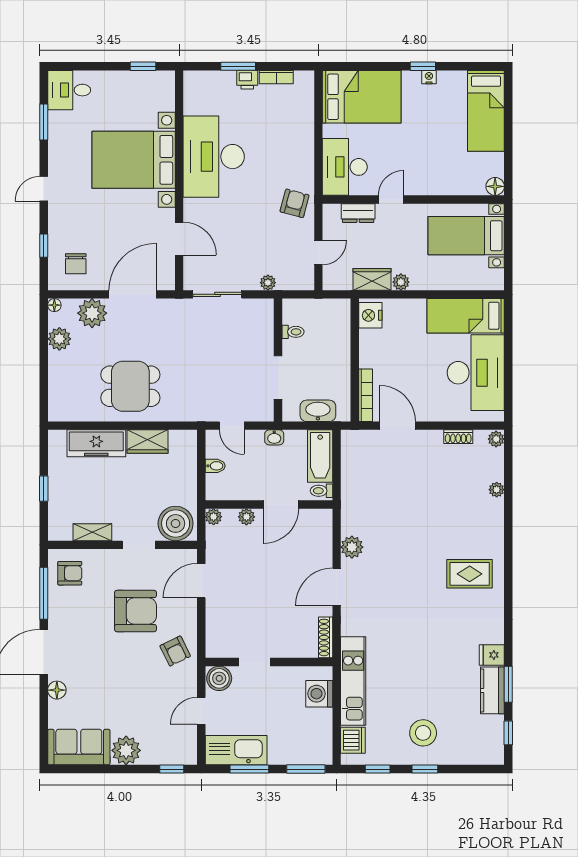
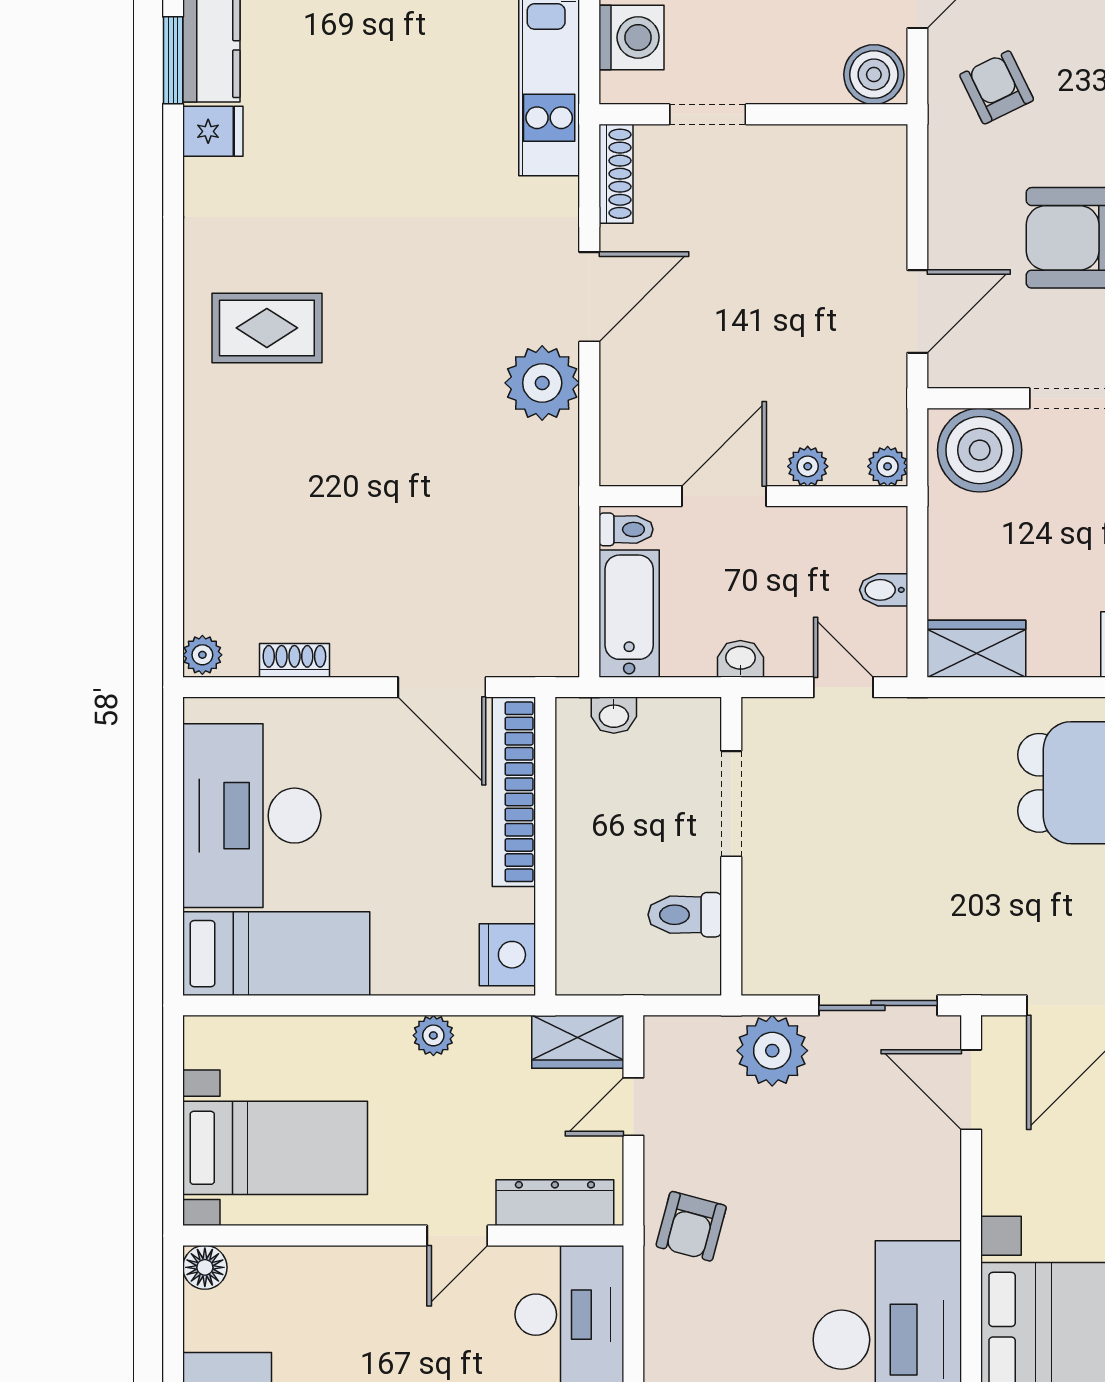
dresser: (358, 213) -> (555, 1203), width x1.44
door: (179, 239) -> (971, 1090), moved
wardrobe: (372, 279) -> (578, 1042), moved
plant: (268, 283) -> (772, 1051), width x1.87, depth x1.87
toilet: (293, 332) -> (685, 915), width x1.37, depth x1.39
bookcase: (366, 395) -> (514, 792), width x1.48, depth x1.31
washbasin: (318, 411) -> (614, 715), width x0.52, depth x0.69
wardrobe: (147, 442) -> (976, 649), moved
plant: (497, 490) -> (201, 532), removed
plant: (352, 547) -> (542, 383), width x1.36, depth x1.36
armchair: (175, 651) -> (997, 87), moved
doorway: (255, 662) -> (708, 114), moved

